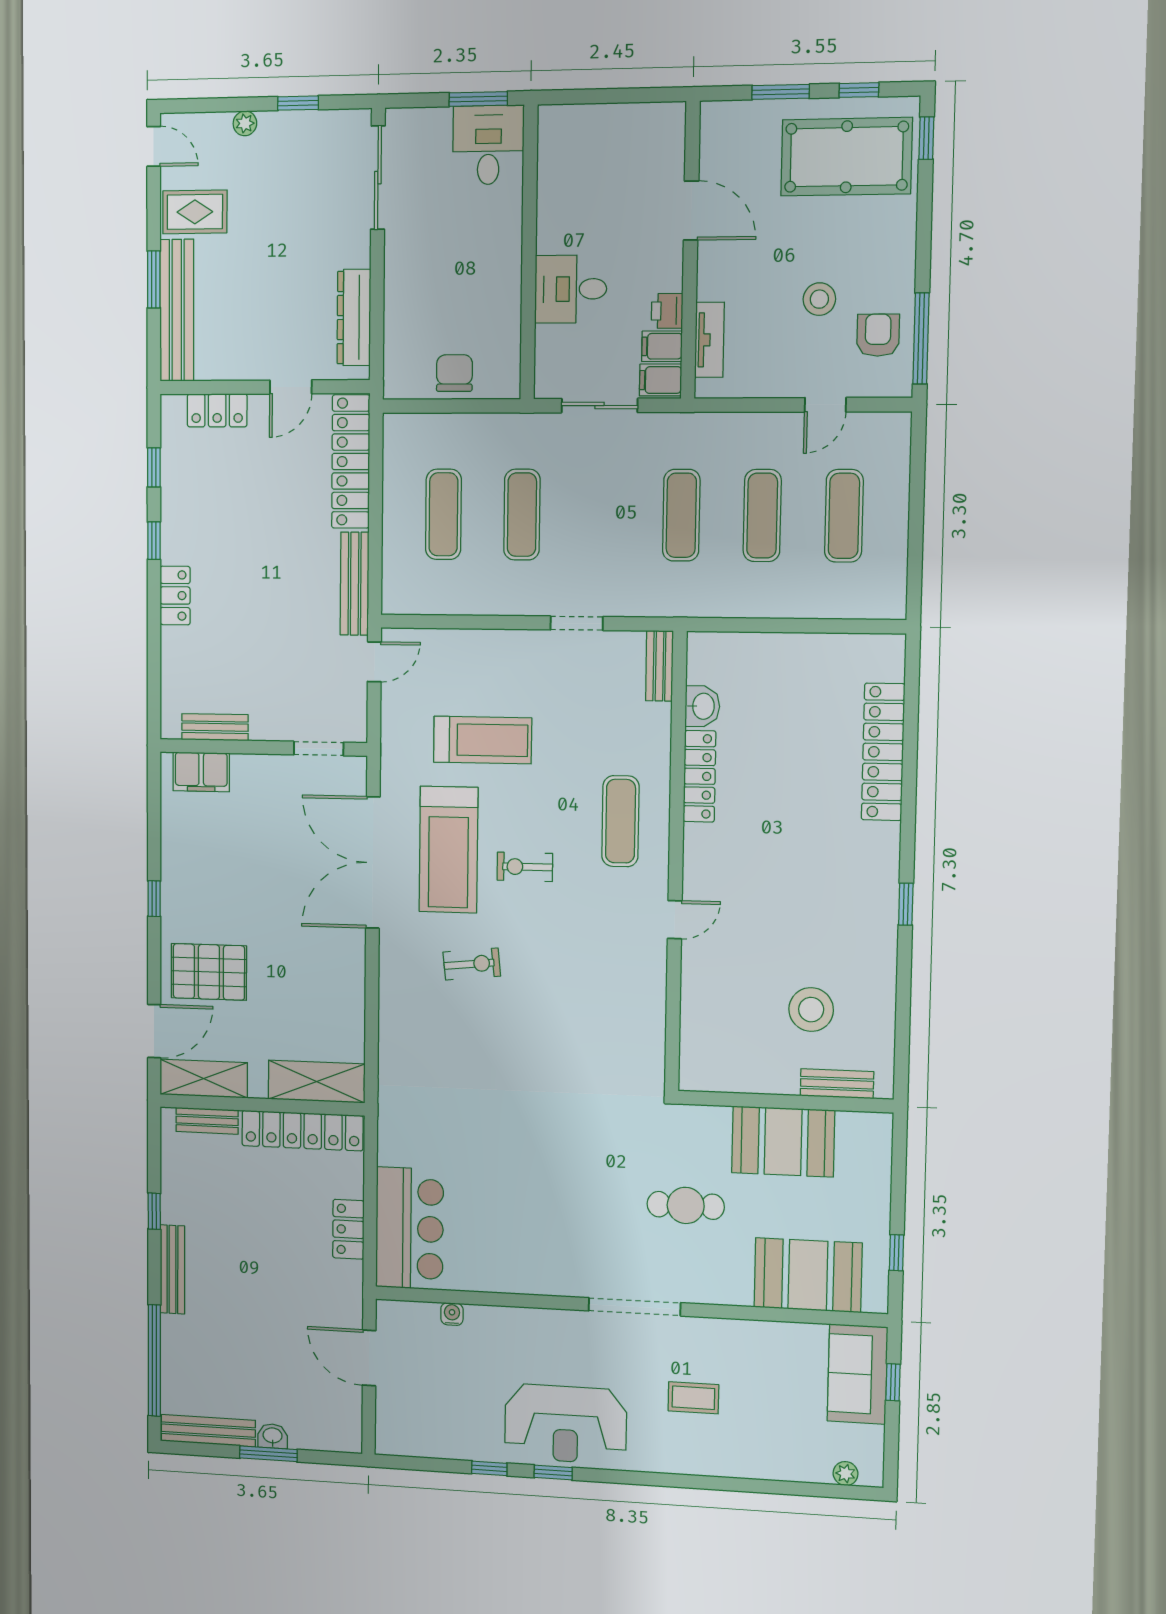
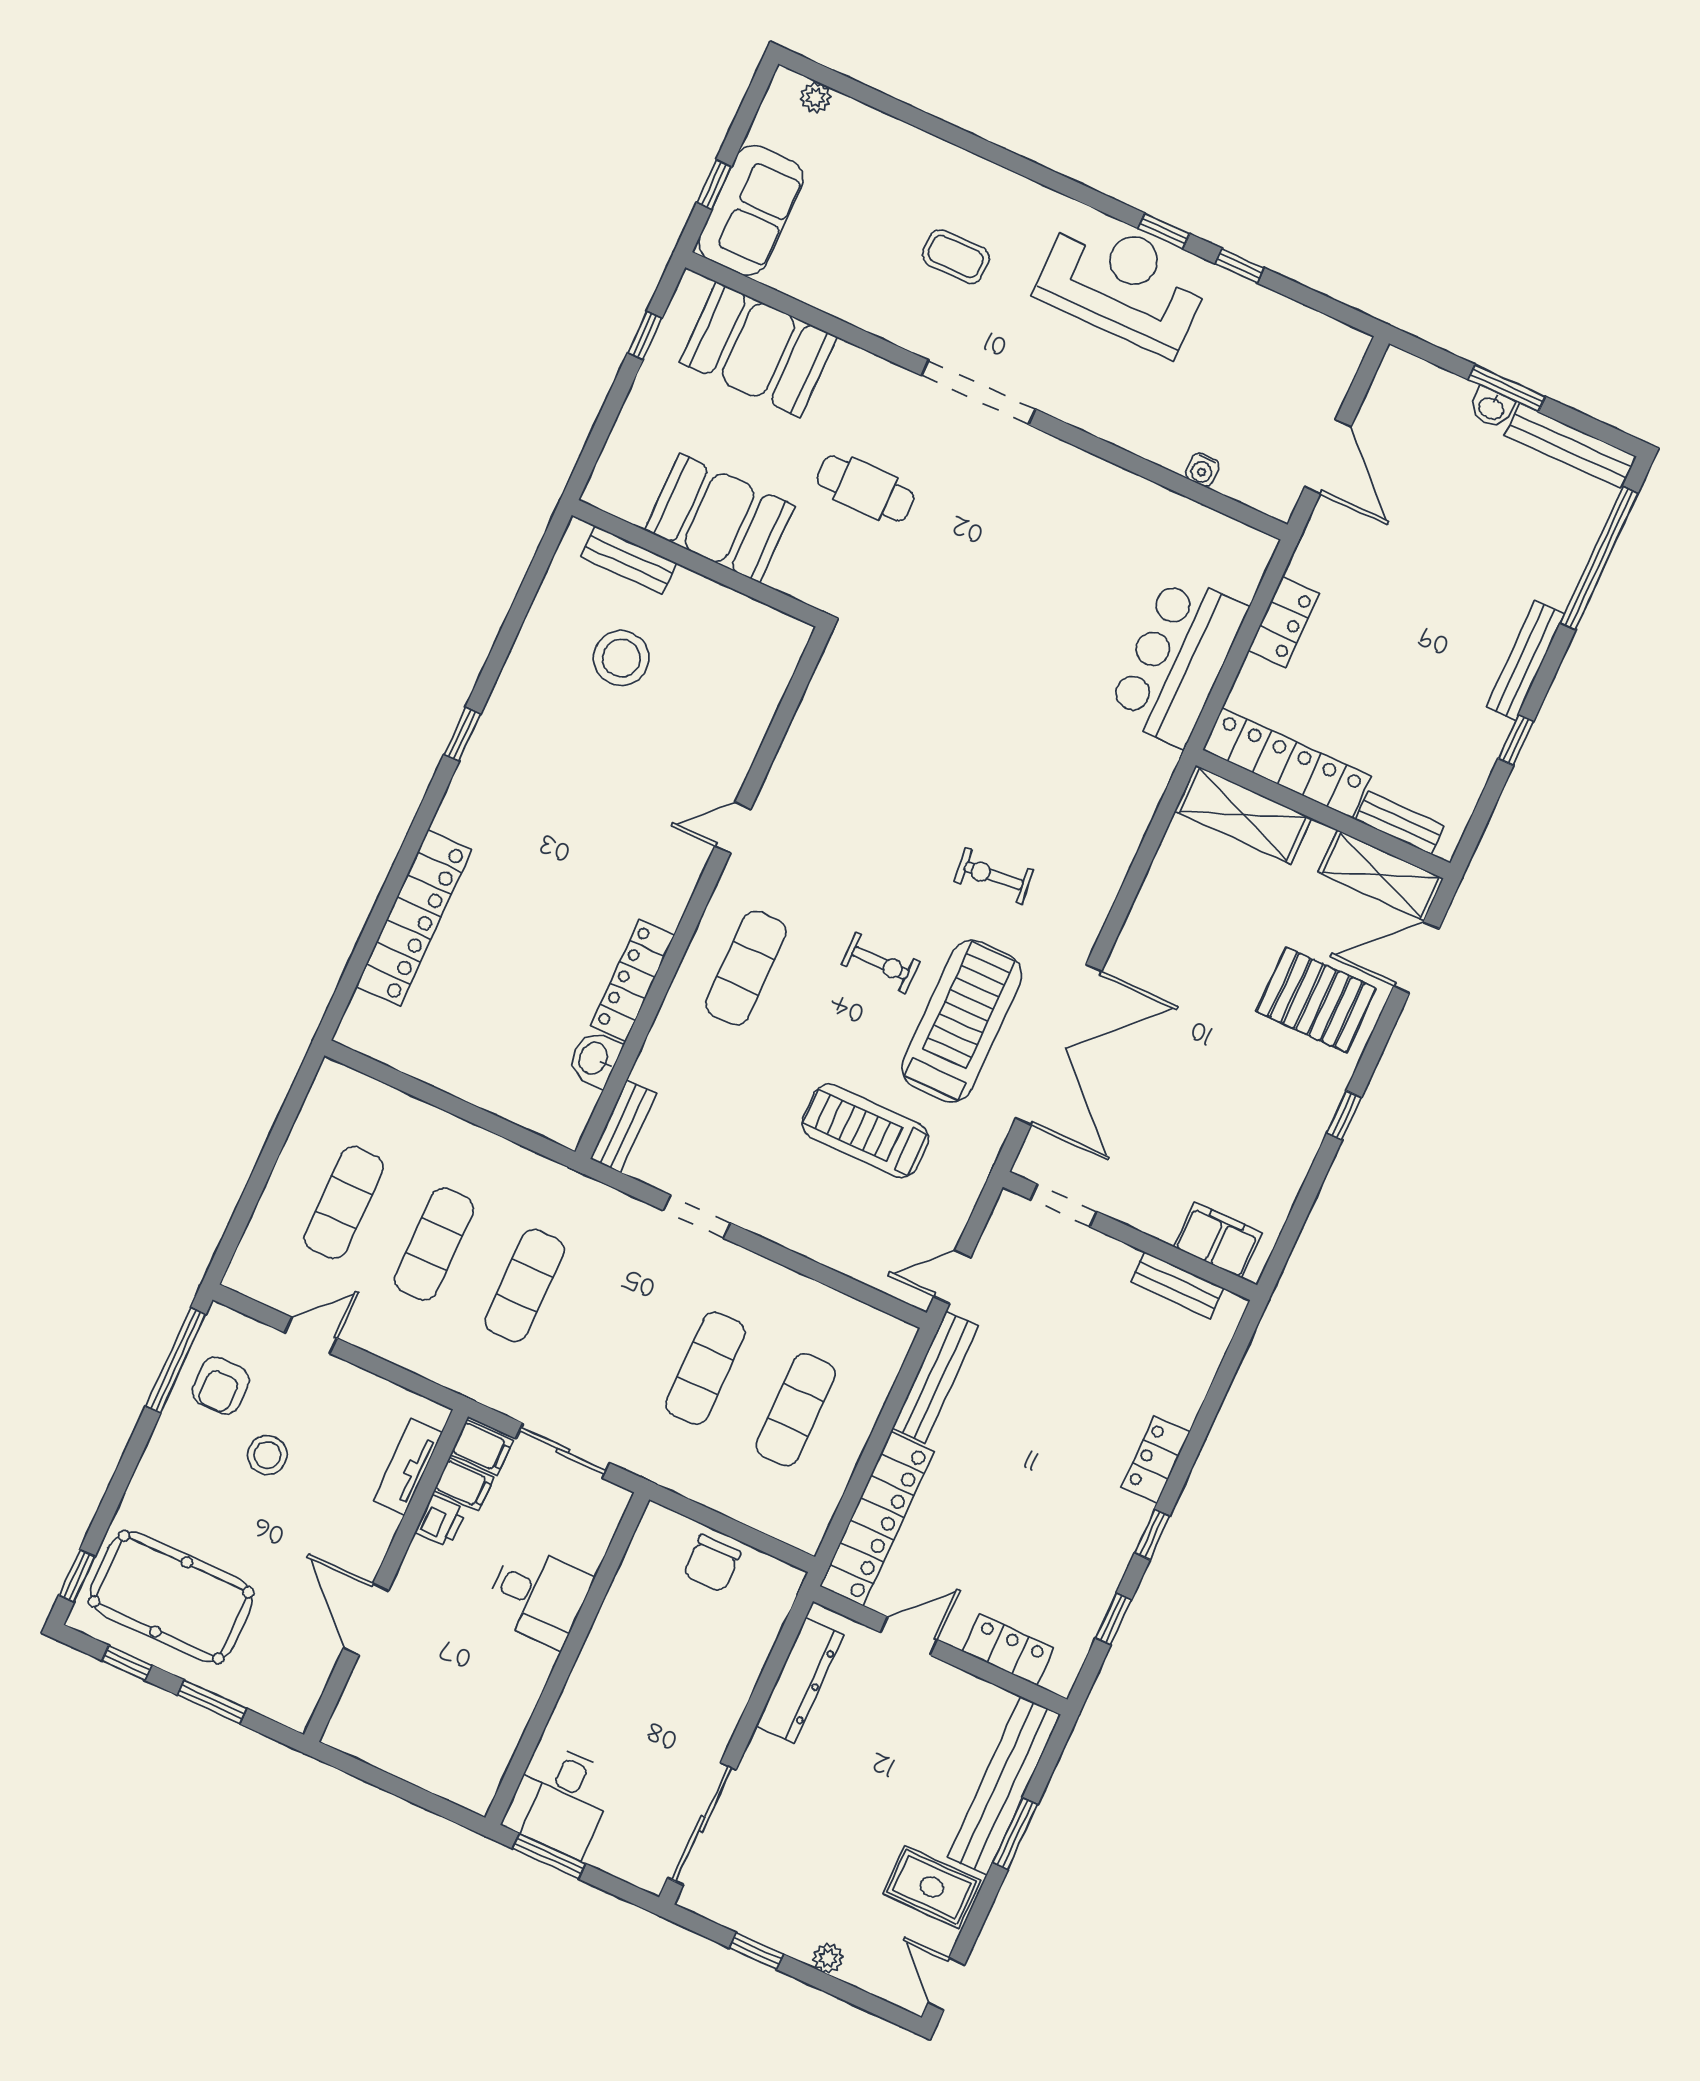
bar counter: (410, 1228) -> (1177, 660), moved

